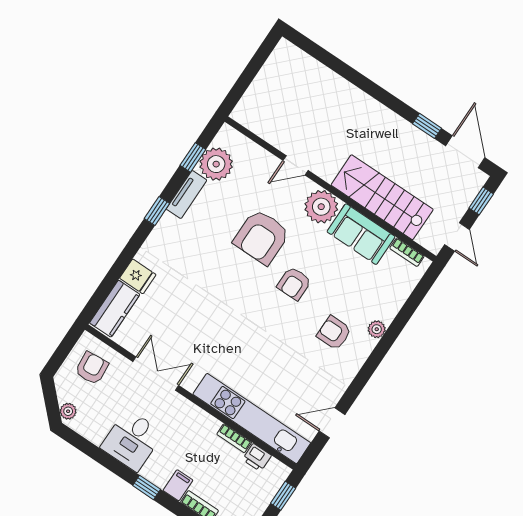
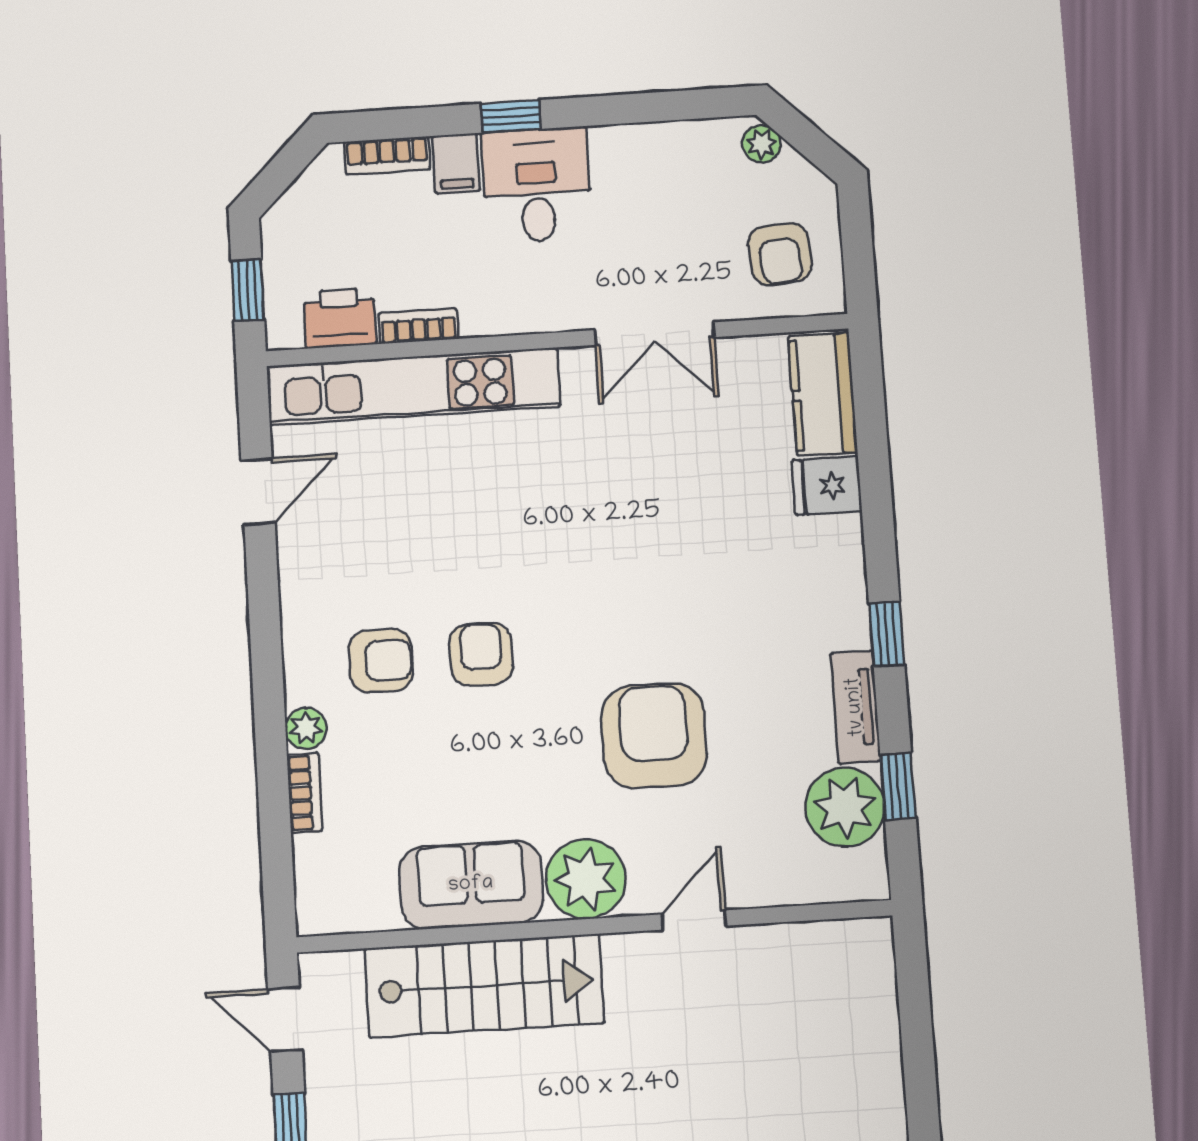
bookcase: (407, 252) -> (304, 793), moved, turned 90
armchair: (294, 283) -> (481, 654), moved
desk: (132, 440) -> (537, 185), moved
printer: (257, 457) -> (340, 318), width x1.36, depth x1.24

